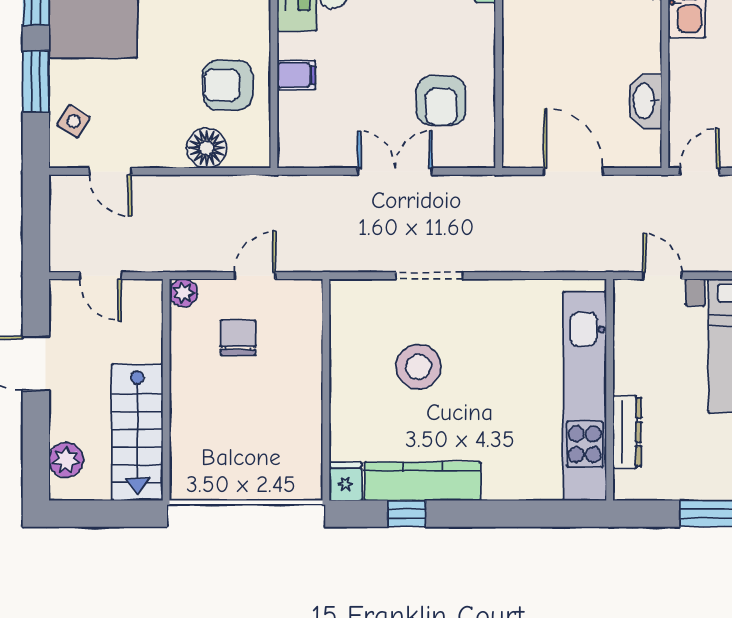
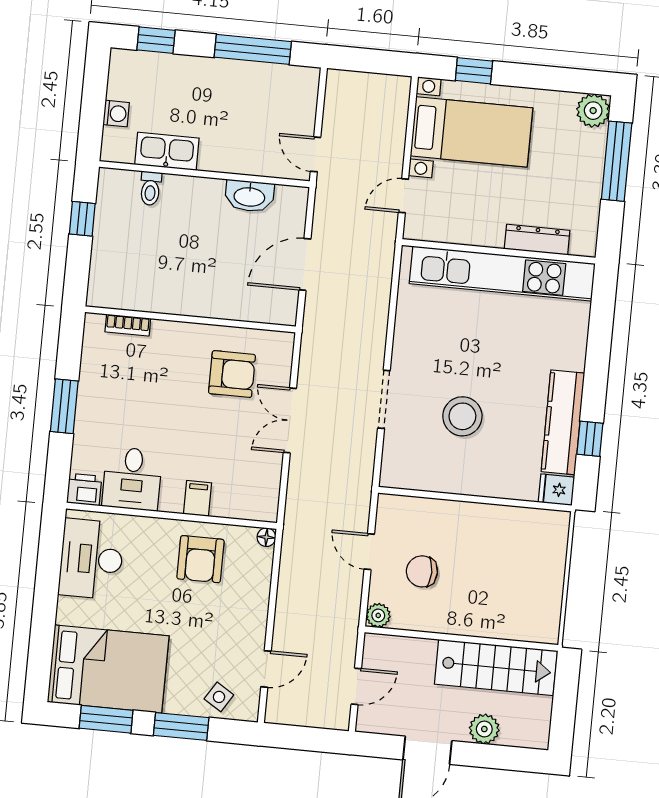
floor lamp: (207, 148) -> (266, 537), moved, width x0.53, depth x0.53
plant: (66, 460) -> (484, 729), moved

